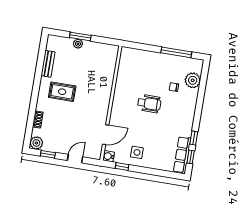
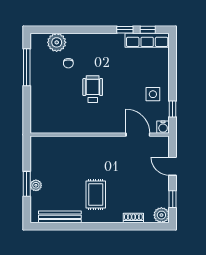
bench: (48, 64) -> (60, 217), width x1.36

